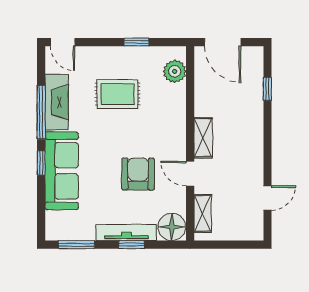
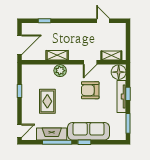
plant: (175, 71) -> (60, 71), moved
shelving: (203, 138) -> (57, 55), moved

